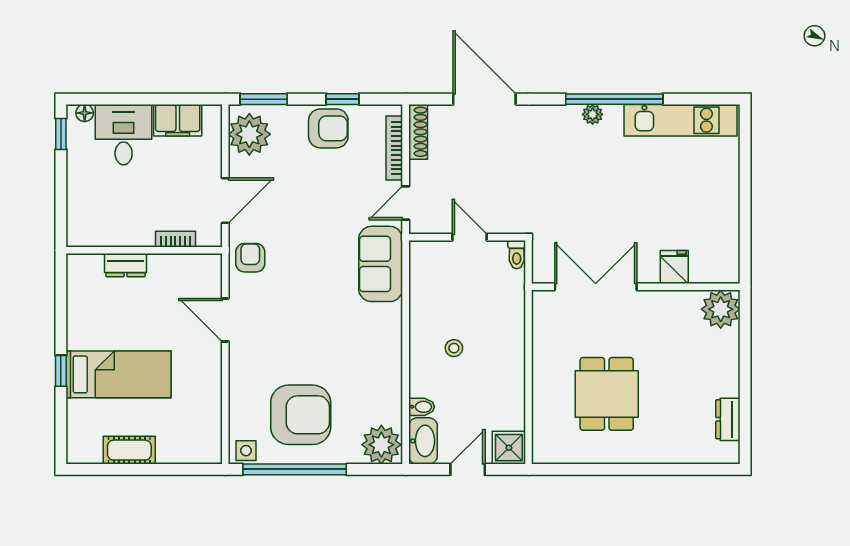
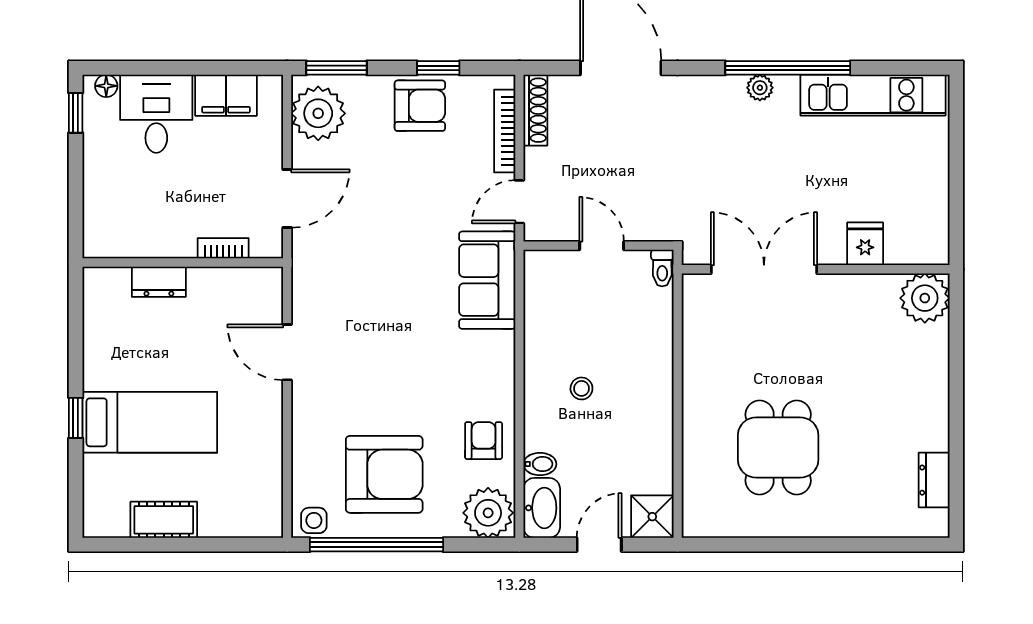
armchair: (250, 258) -> (484, 441), moved
fridge: (674, 267) -> (865, 244), moved
double door: (596, 287) -> (764, 269), moved
wall: (636, 287) -> (816, 269), moved
plant: (721, 309) -> (925, 298), moved

